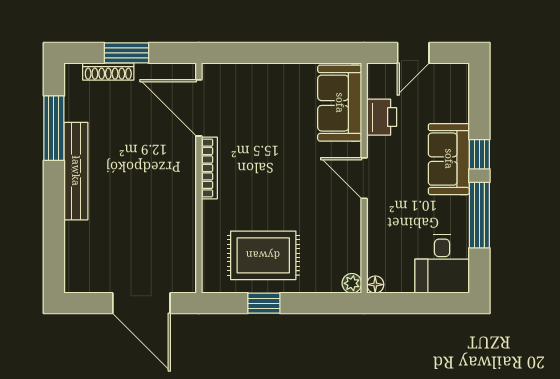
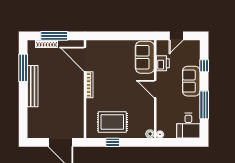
window: (126, 53) -> (54, 36), width x1.44
window: (479, 154) -> (204, 66), moved

